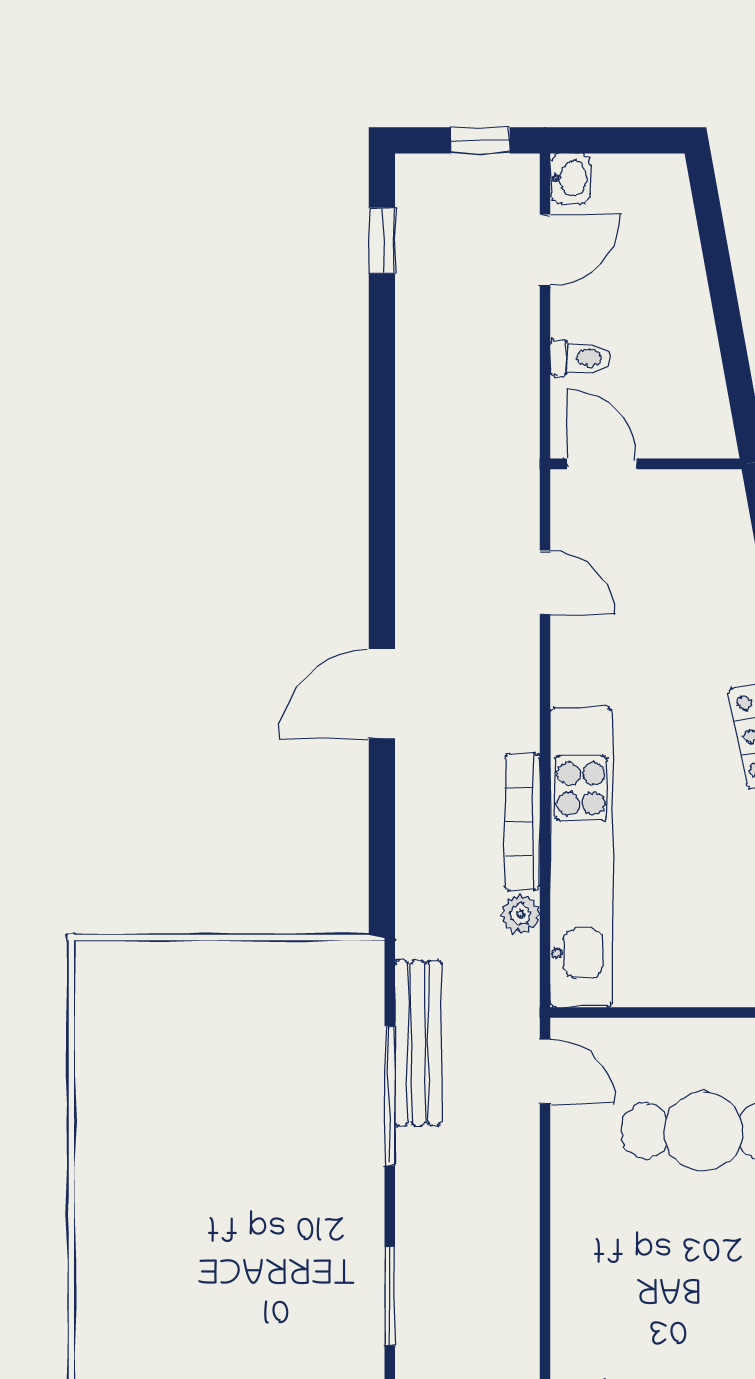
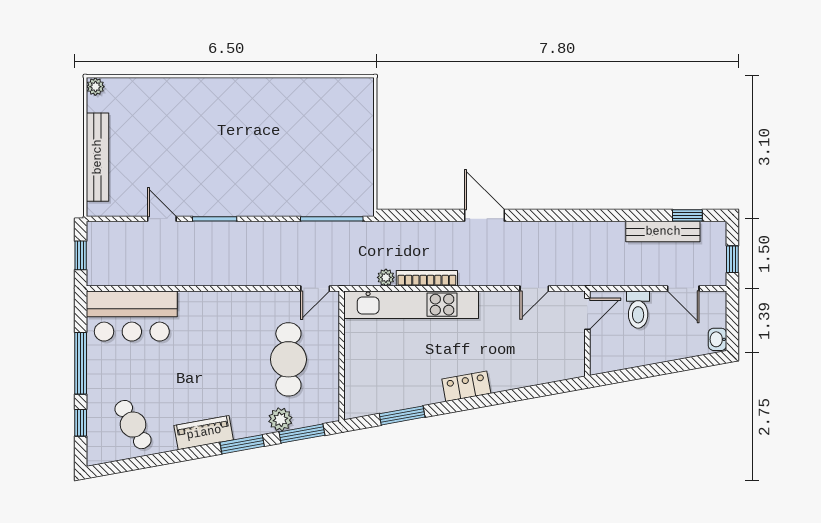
washbasin: (570, 178) -> (717, 339), moved, turned 90
toilet: (580, 358) -> (638, 310), width x1.37, depth x1.39
bench: (418, 1043) -> (663, 232), moved
window: (390, 1096) -> (332, 219), moved

